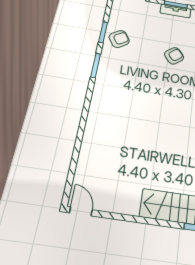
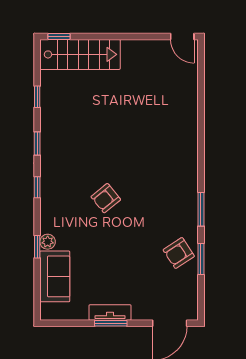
armchair: (174, 56) -> (106, 198), moved

